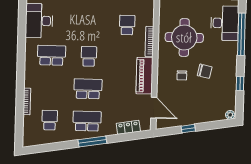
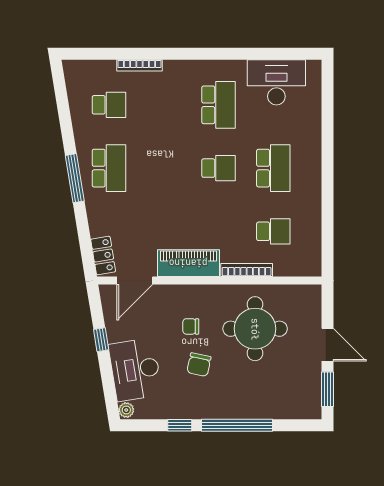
desk: (225, 23) -> (135, 370), moved, turned 81
window: (241, 34) -> (237, 425), moved
school desk: (88, 89) -> (273, 168), moved
locker: (128, 127) -> (103, 255), moved

